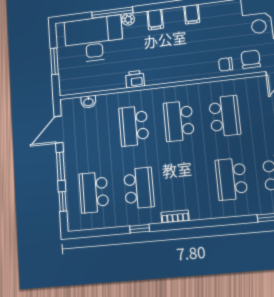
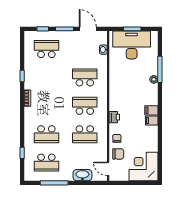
filing cabinet: (155, 20) -> (151, 110), moved
desk: (94, 39) -> (132, 45), moved, turned -90
printer: (135, 79) -> (114, 117), moved
school desk: (231, 179) -> (46, 134), turned 180
school desk: (139, 188) -> (46, 77), removed

